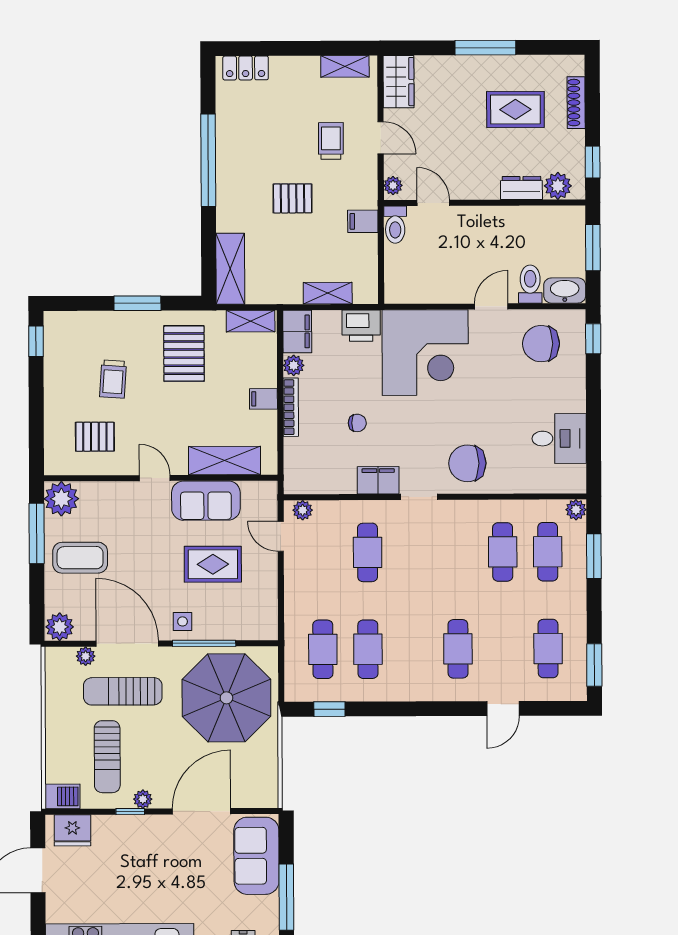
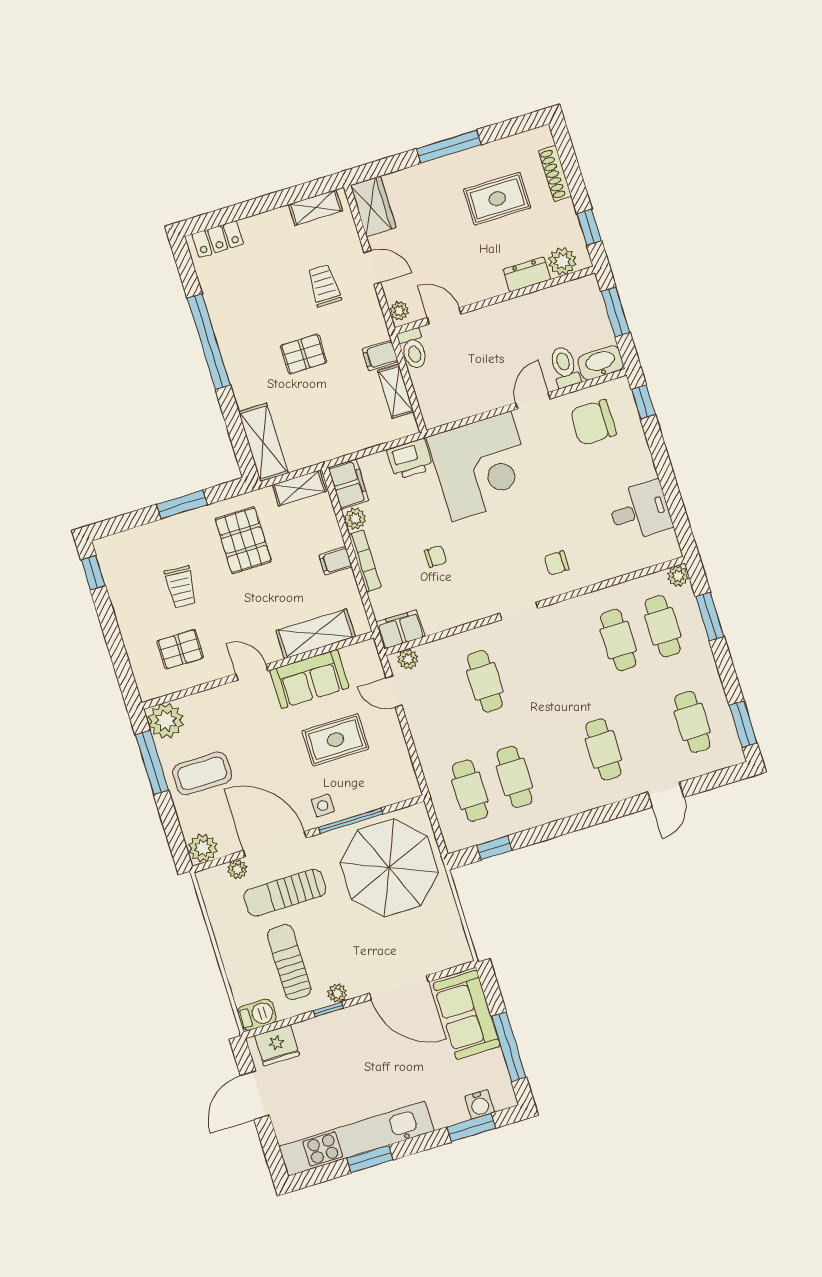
shelving: (328, 293) -> (396, 391), moved, turned 90
chair: (467, 463) -> (557, 563), width x0.54, depth x0.54
filing cabinet: (378, 480) -> (400, 629), moved
sun lounger: (107, 757) -> (289, 962), turned 180
door: (202, 811) -> (399, 988), swing flipped

